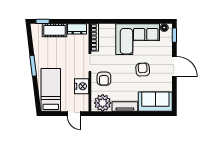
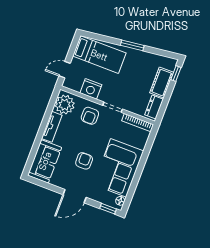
armchair: (143, 70) -> (84, 161), turned -86
armchair: (104, 79) -> (90, 116), turned -90

